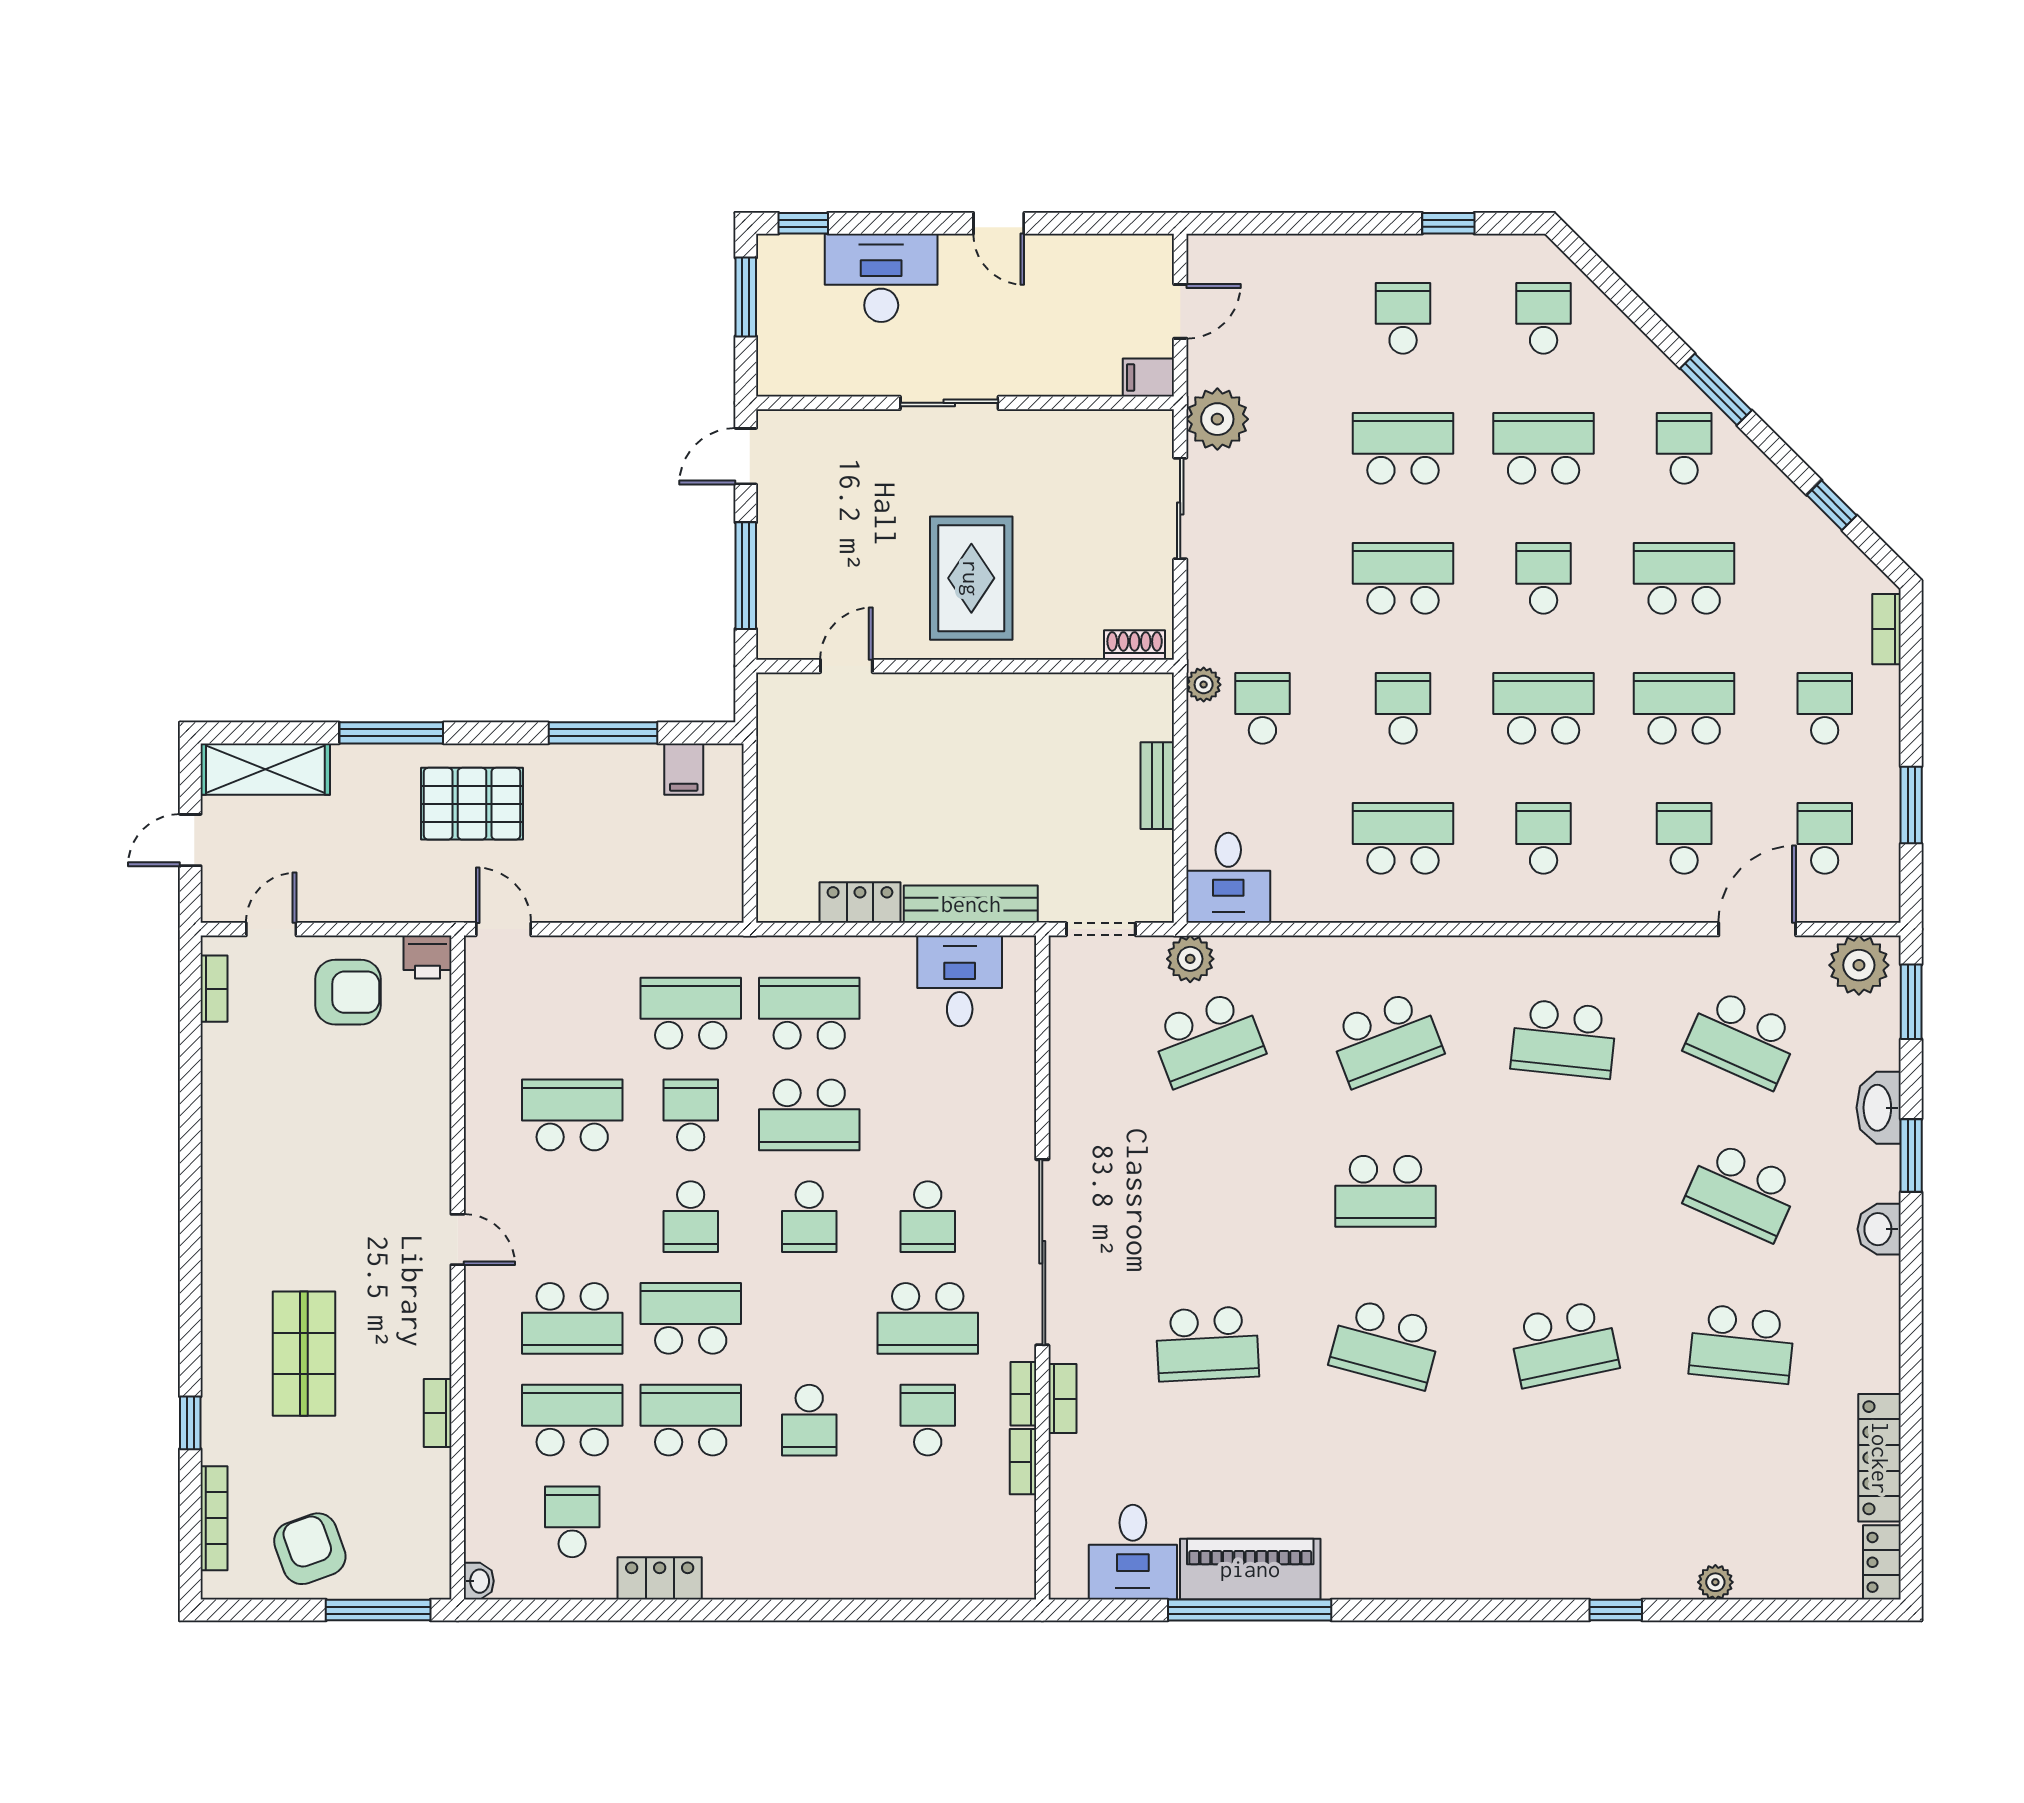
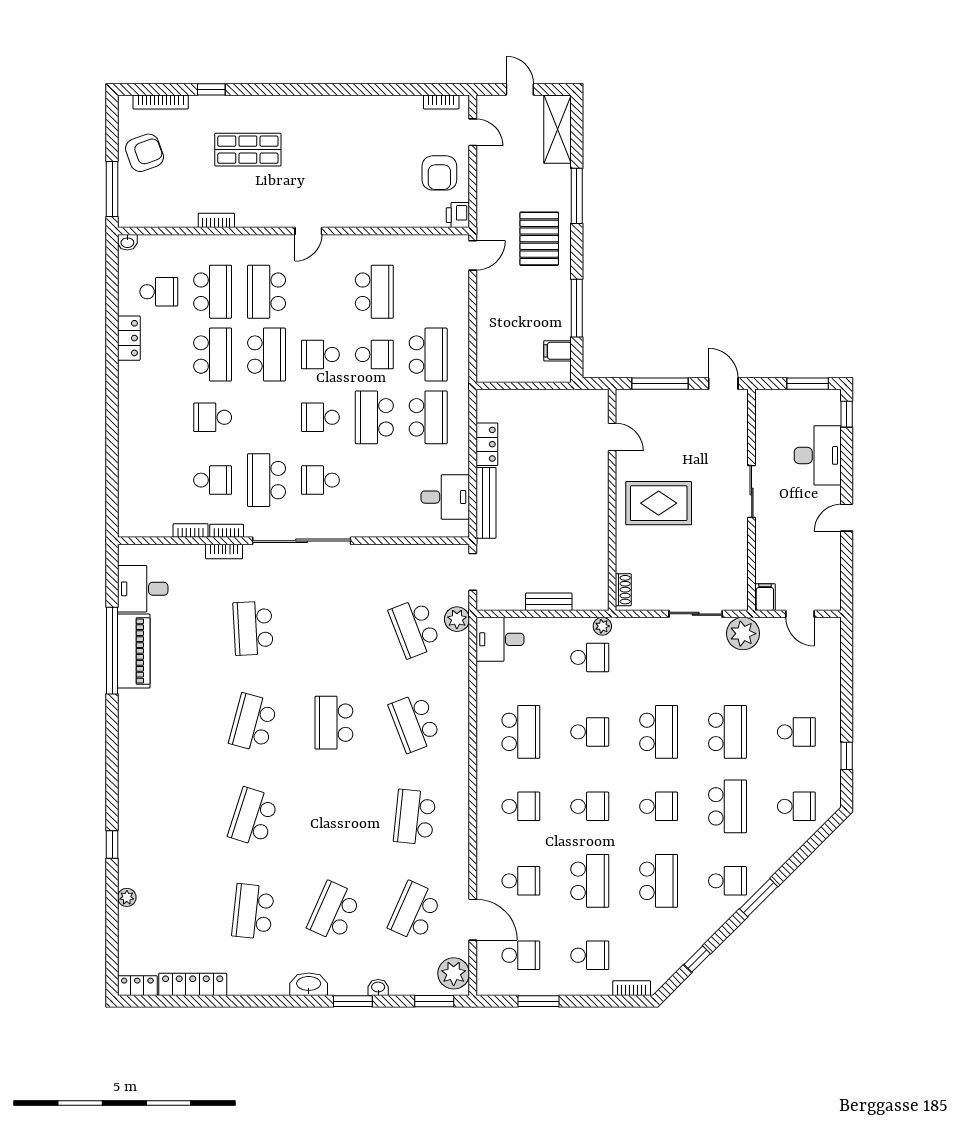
school desk: (1544, 708) -> (590, 806), width x0.54
washbasin: (1879, 1108) -> (378, 987), width x0.52, depth x0.69
washbasin: (1879, 1229) -> (309, 984), width x1.38
school desk: (1564, 1344) -> (253, 817), turned 30

